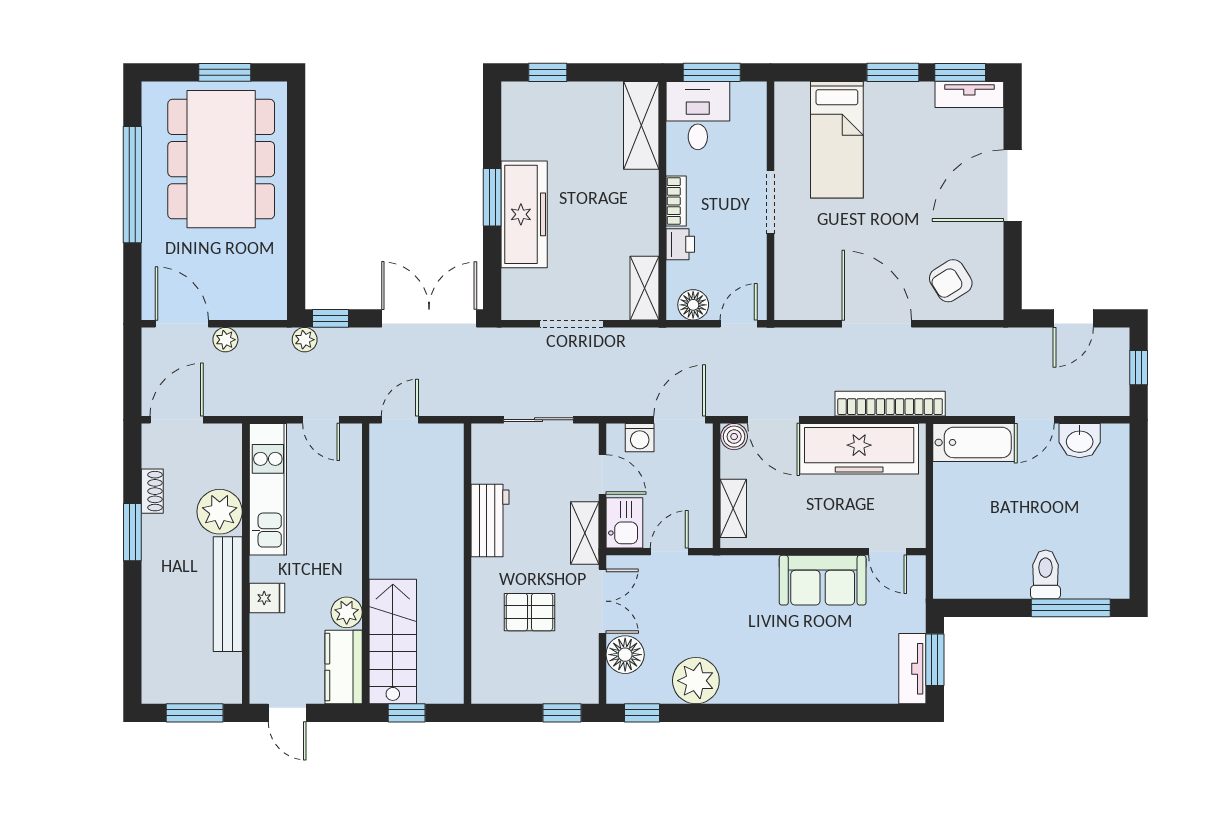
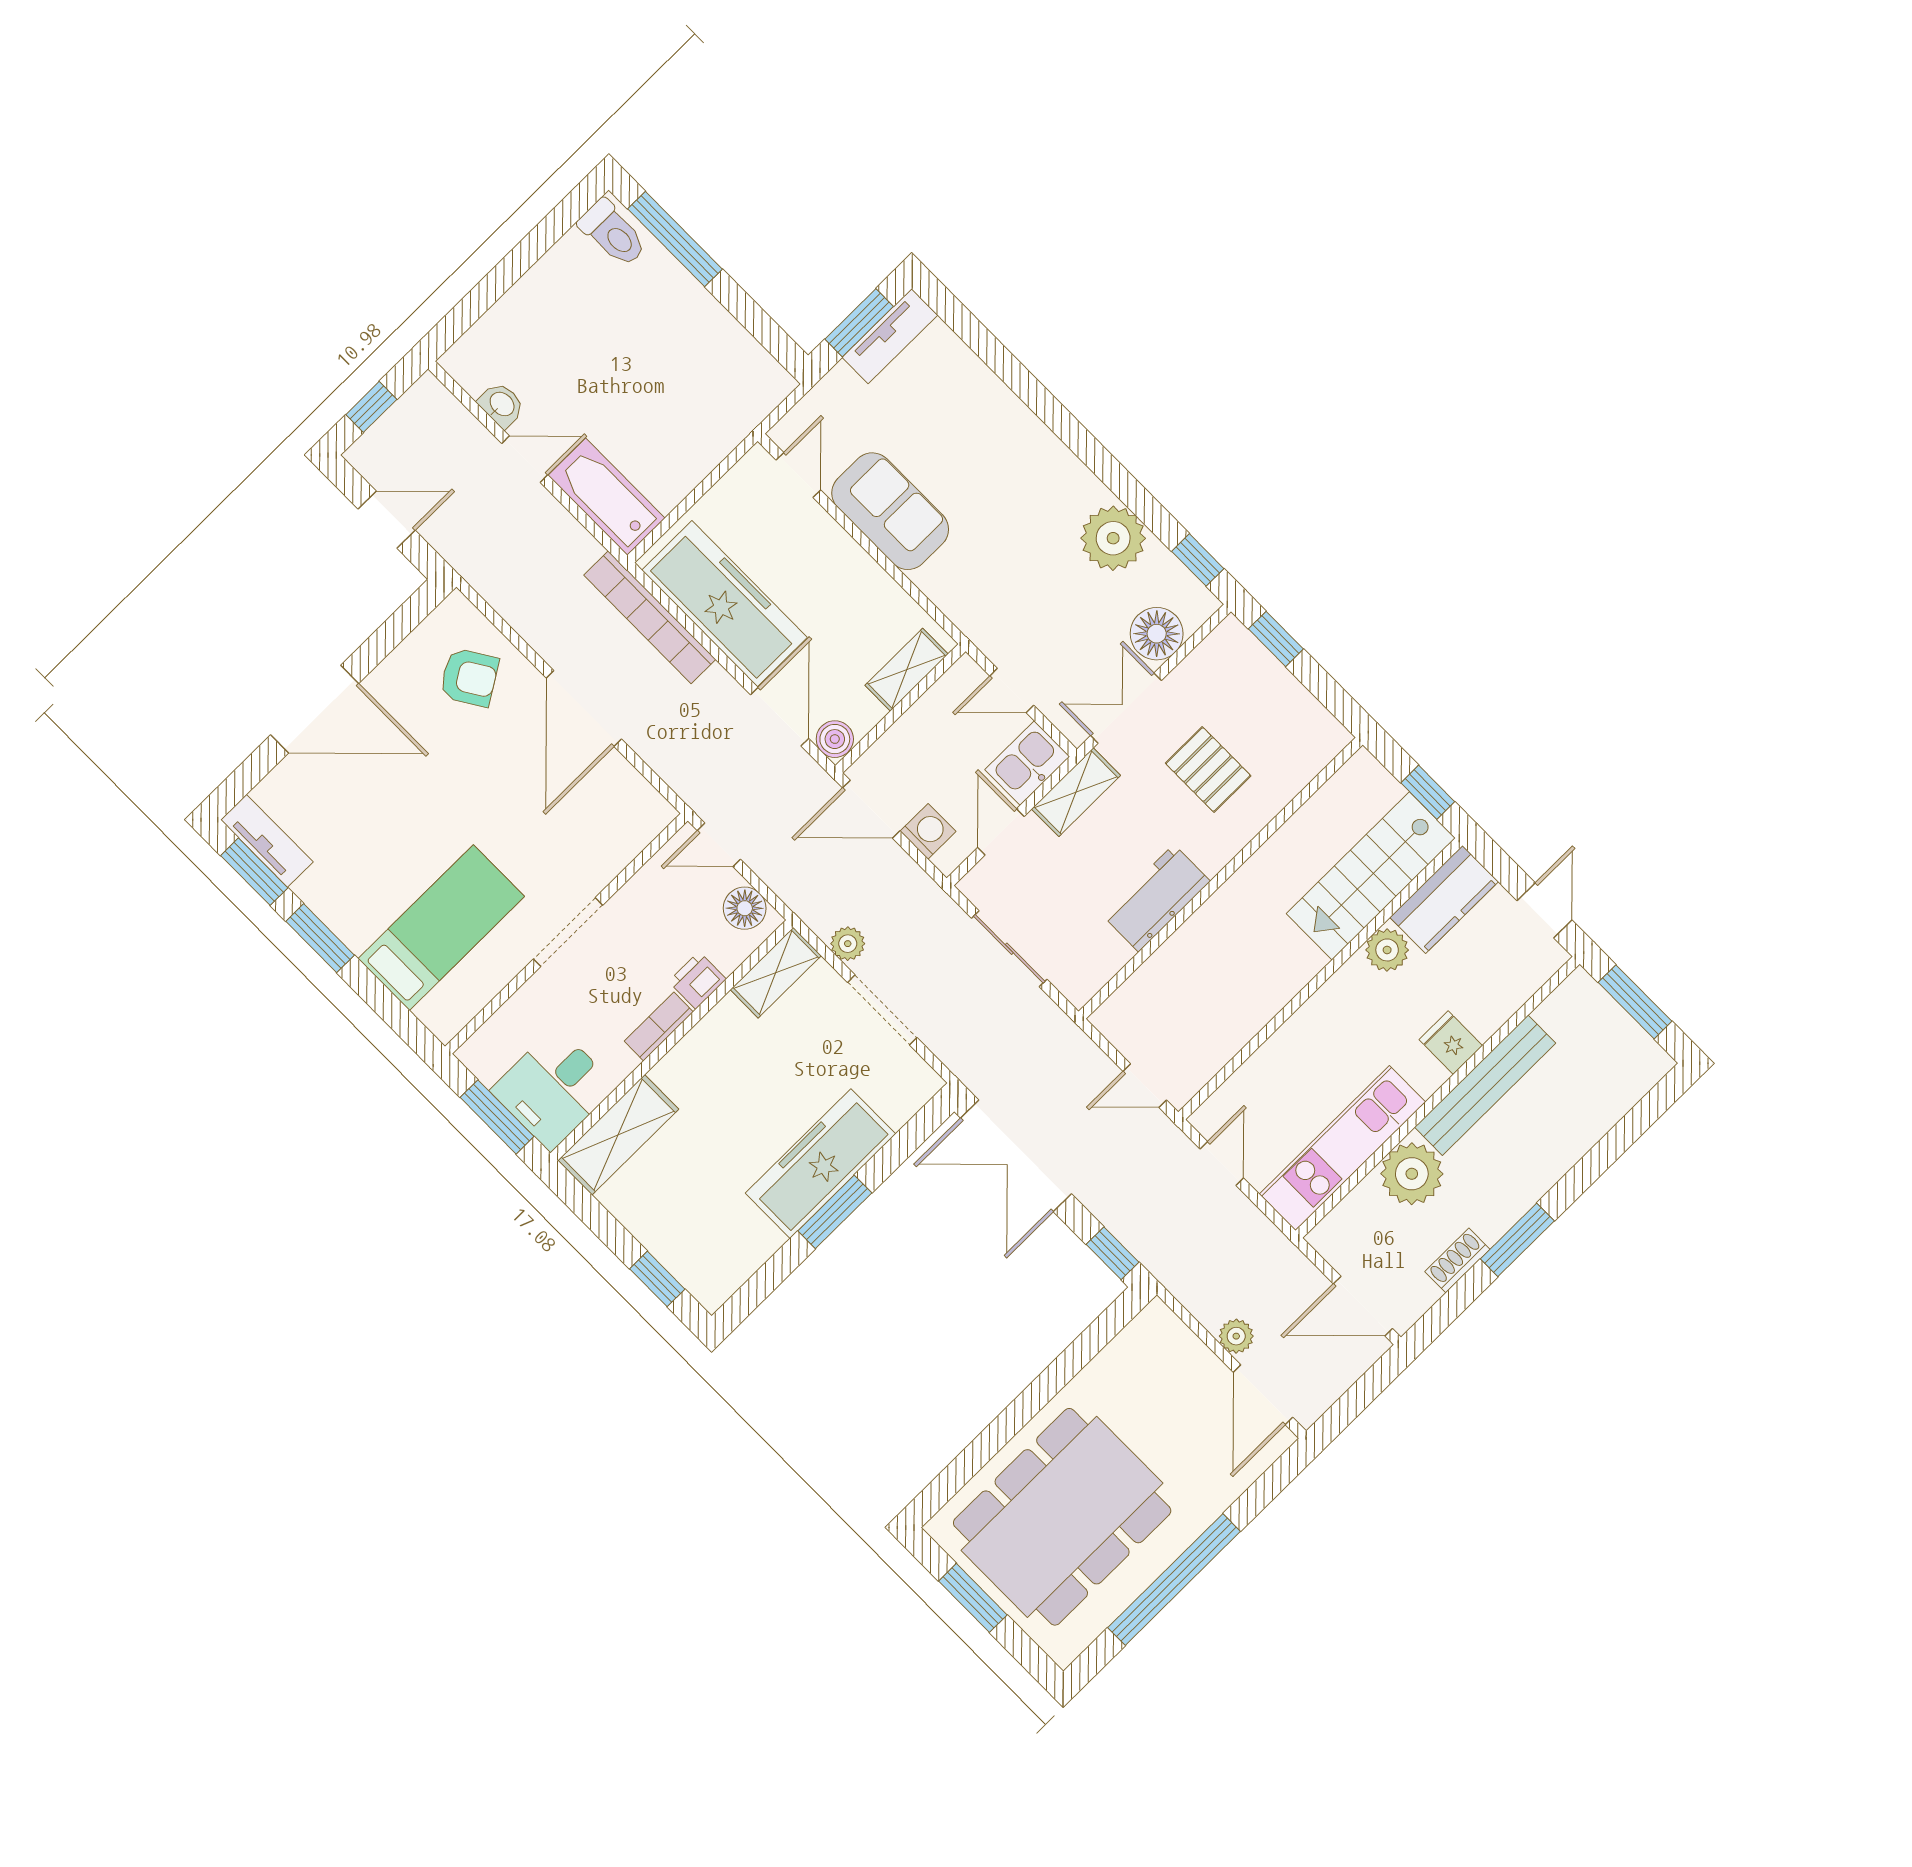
plant: (305, 340) -> (848, 944), moved
washbasin: (1080, 441) -> (501, 405), width x0.72, depth x0.69
toilet: (1046, 574) -> (613, 233), moved, turned -90

